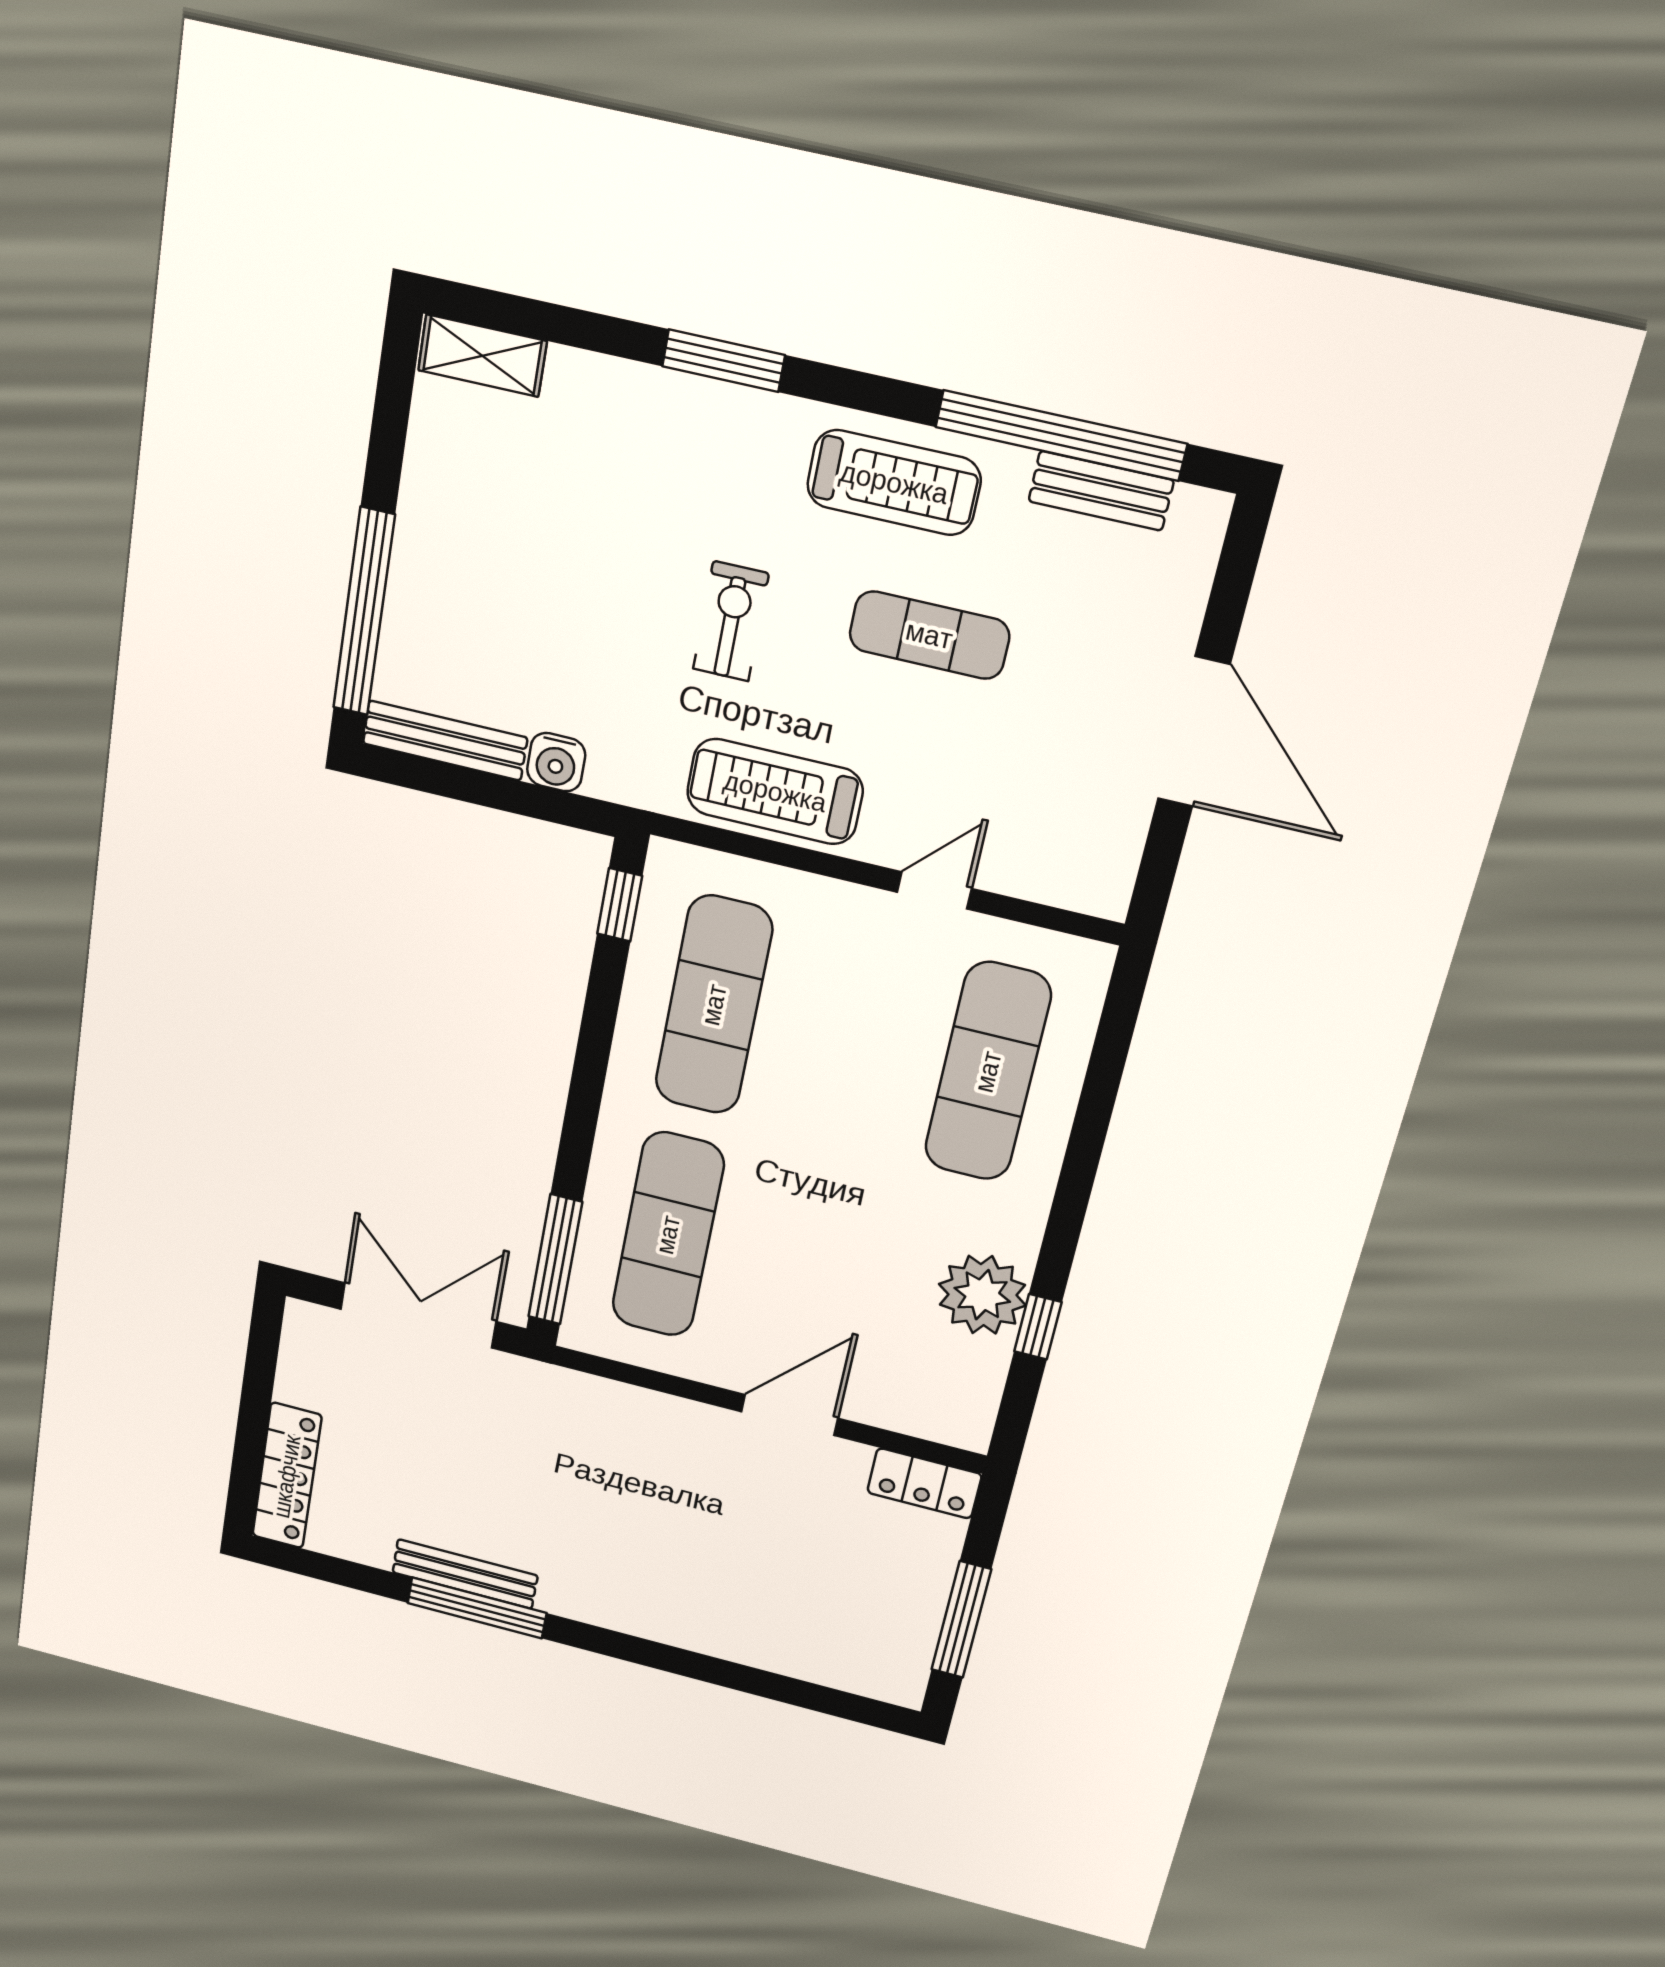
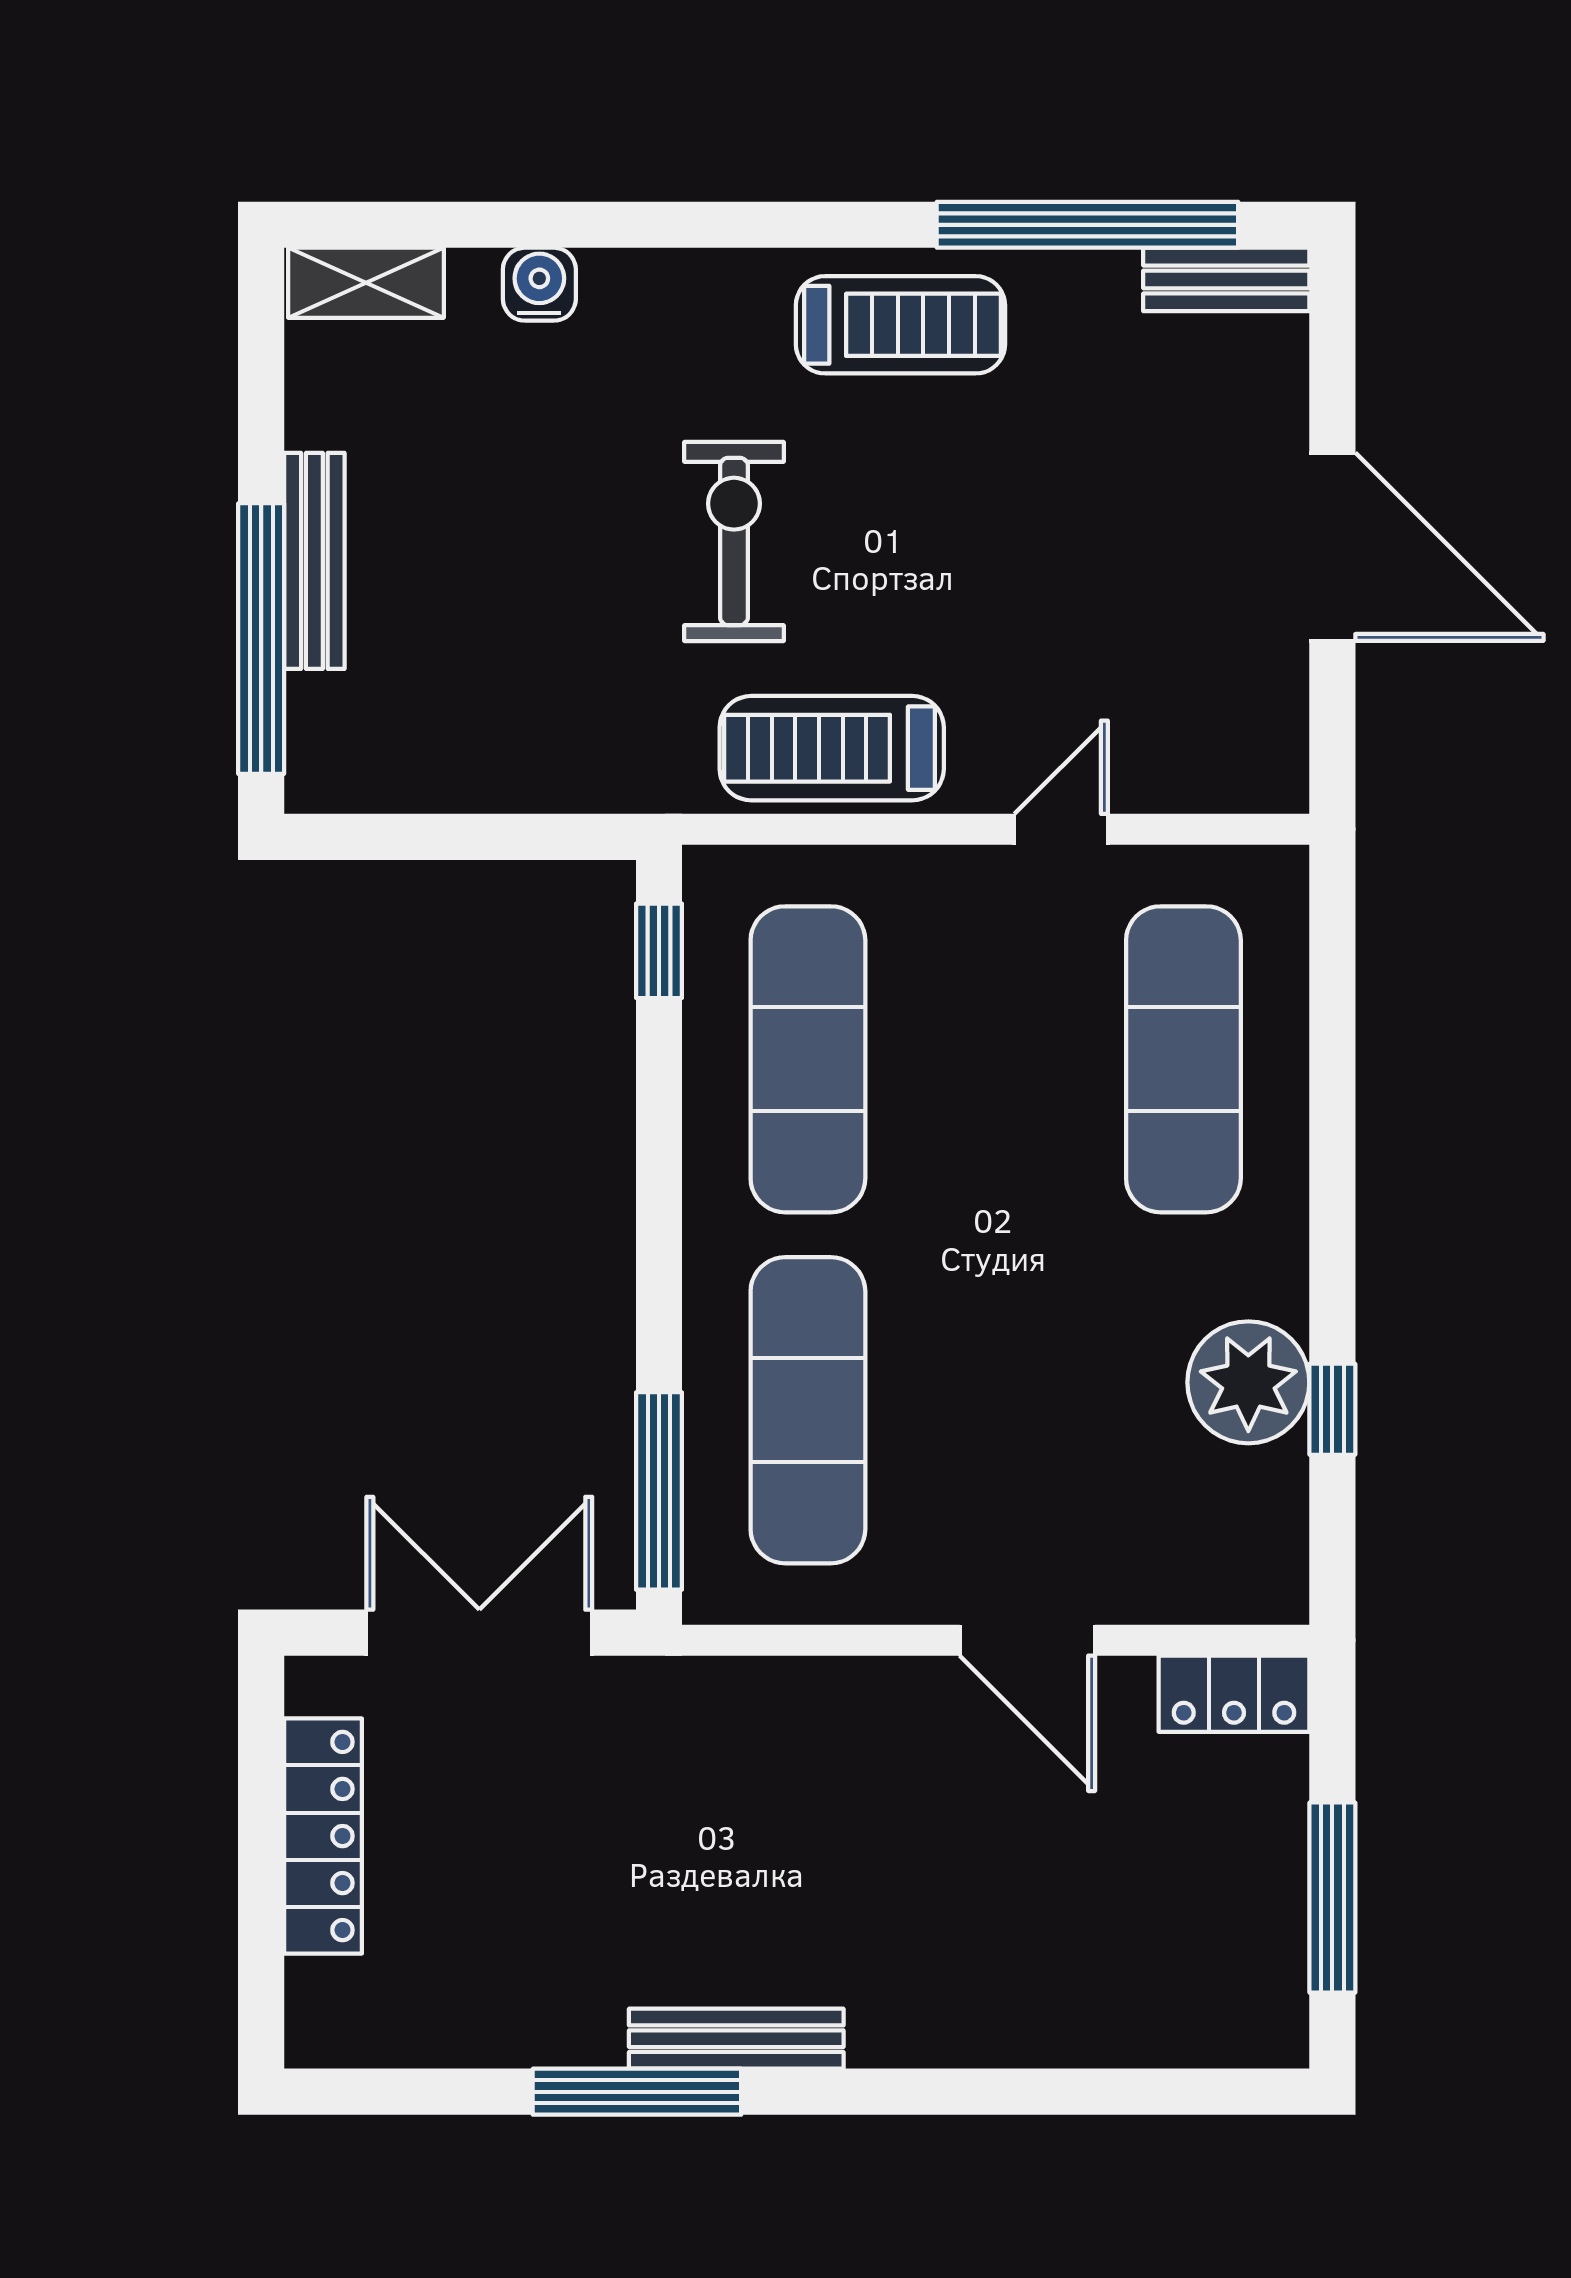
window: (723, 361) -> (665, 225), removed
bench: (1101, 491) -> (1226, 279), moved
exercise bike: (731, 621) -> (734, 541), width x1.38, depth x1.39
exercise mat: (929, 635) -> (984, 502), removed
bench: (445, 741) -> (314, 561), moved, turned 90
water cooler: (556, 762) -> (539, 284), moved, turned 180
door: (790, 1415) -> (1027, 1640), swing flipped
locker: (287, 1476) -> (323, 1836), moved
bench: (465, 1574) -> (736, 2039), moved

